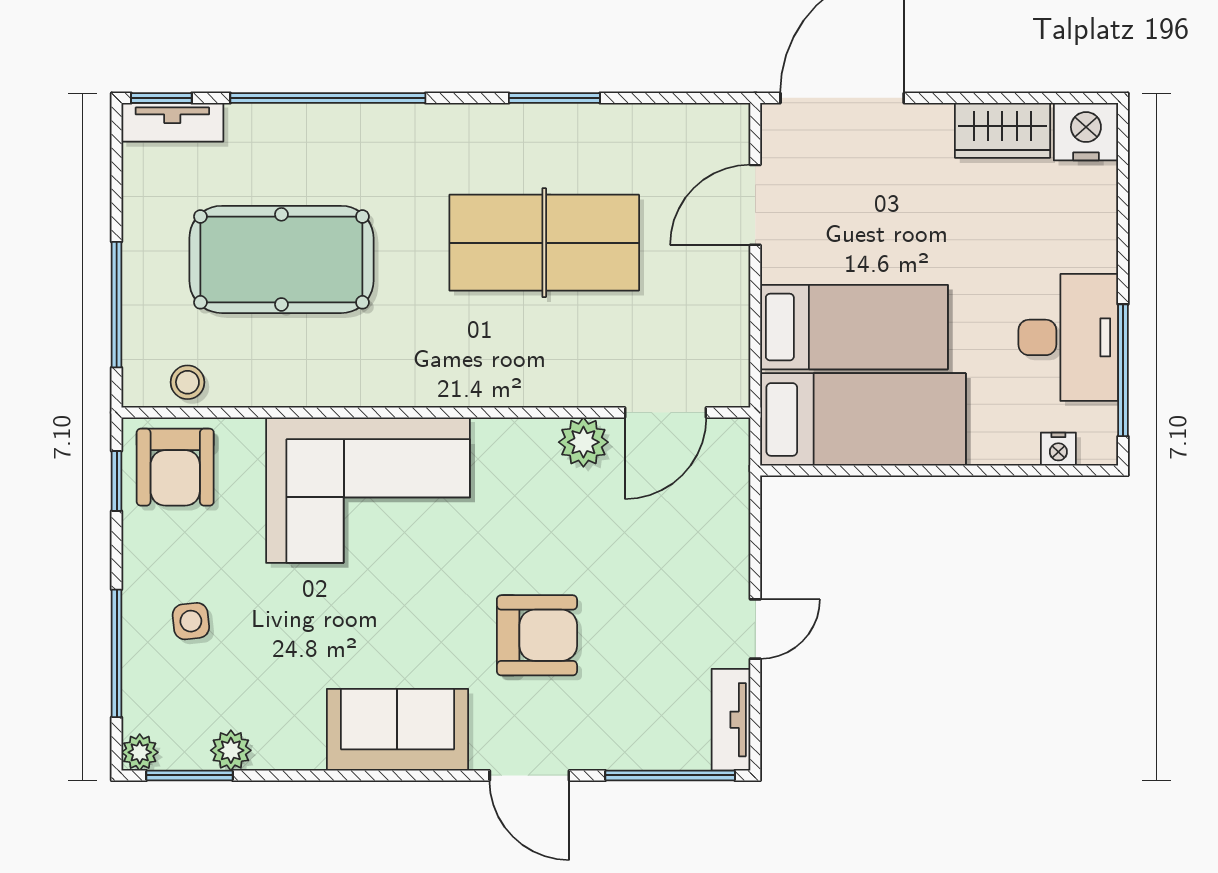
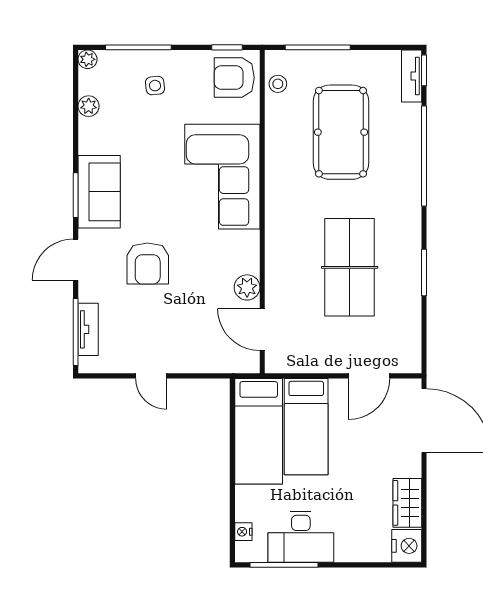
door: (755, 205) -> (369, 376), swing flipped
tv unit: (731, 720) -> (88, 329), moved, turned 90
window: (190, 775) -> (76, 195), moved

